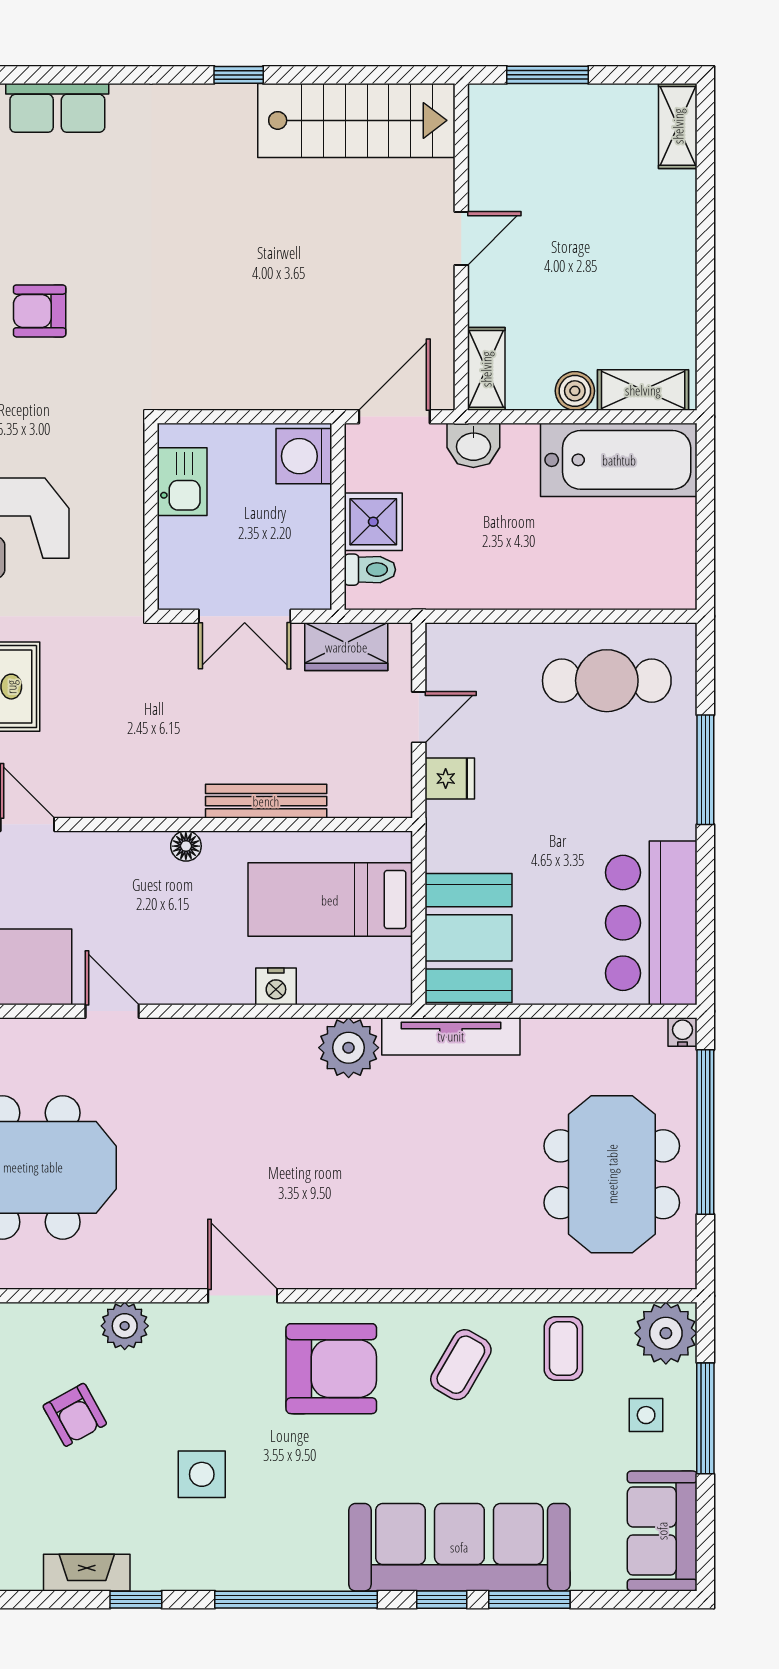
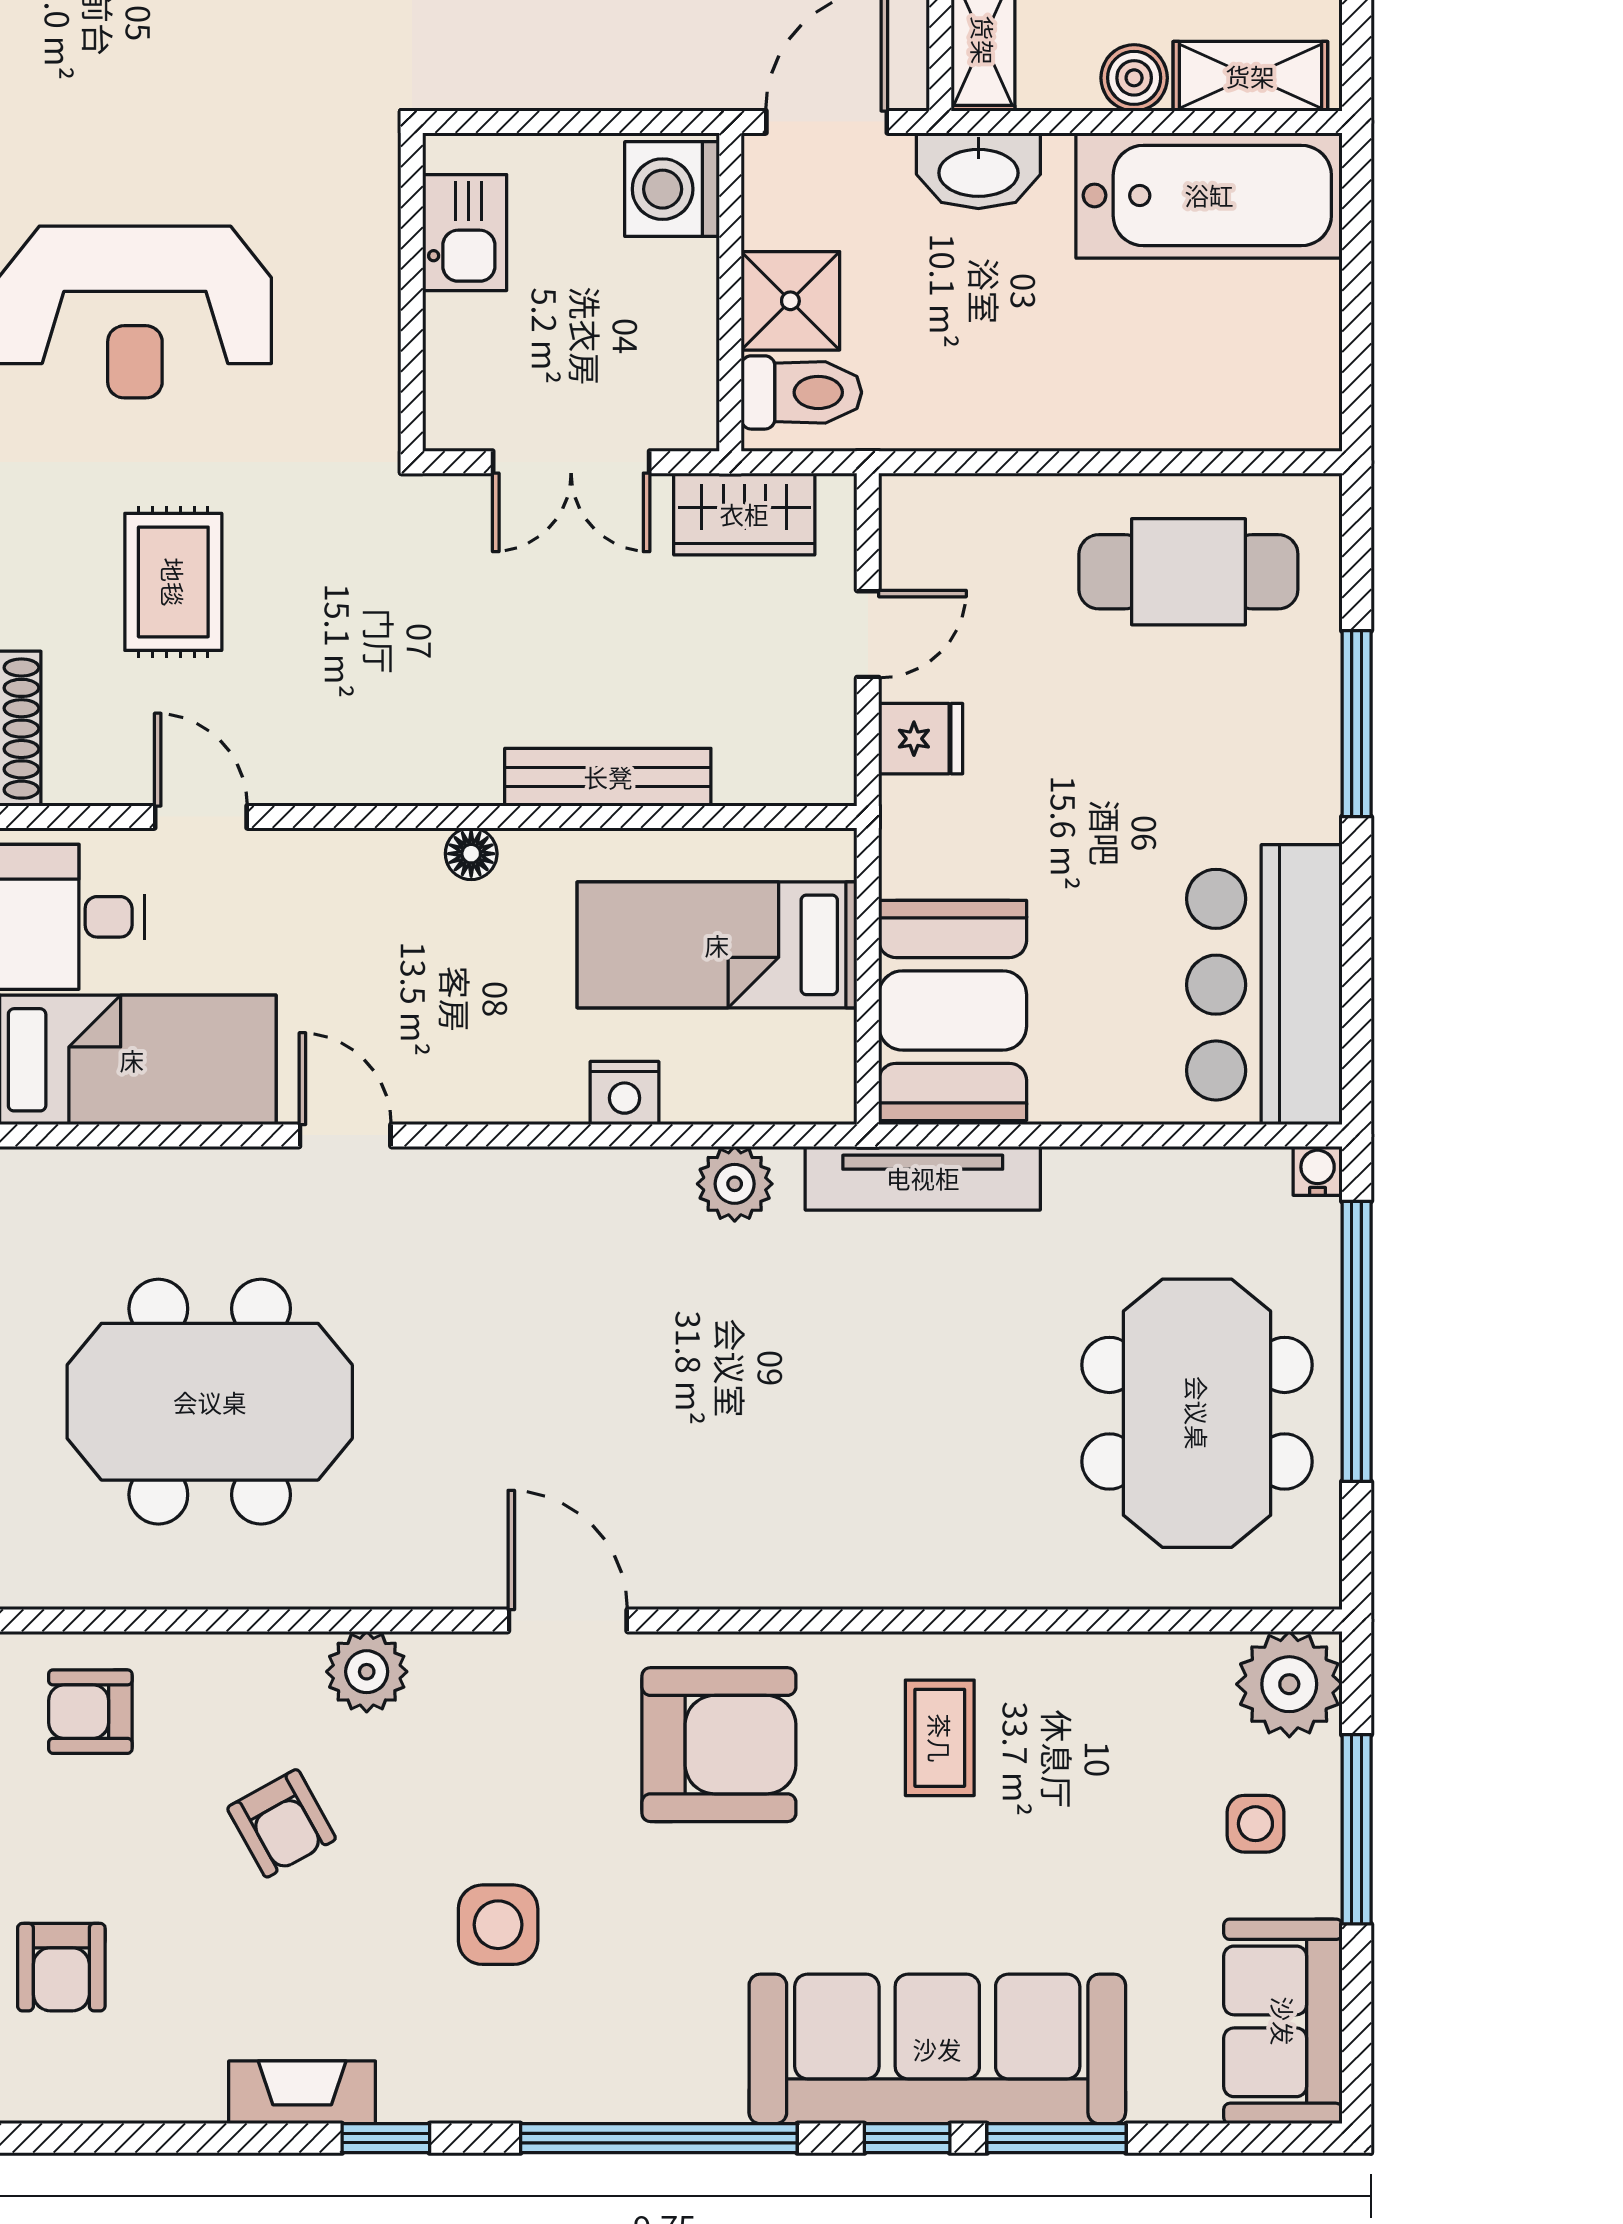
washbasin: (473, 445) -> (978, 171), width x1.38
toilet: (370, 570) -> (801, 392), width x1.37, depth x1.39
plant: (349, 1048) -> (735, 1184), width x0.73, depth x0.73
coffee table: (563, 1348) -> (1114, 1710), removed
coffee table: (461, 1365) -> (940, 1738), turned -30

